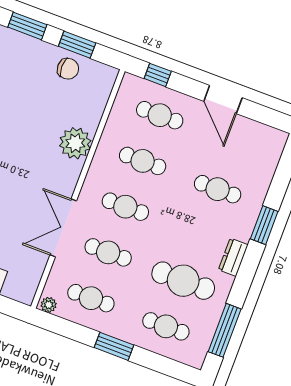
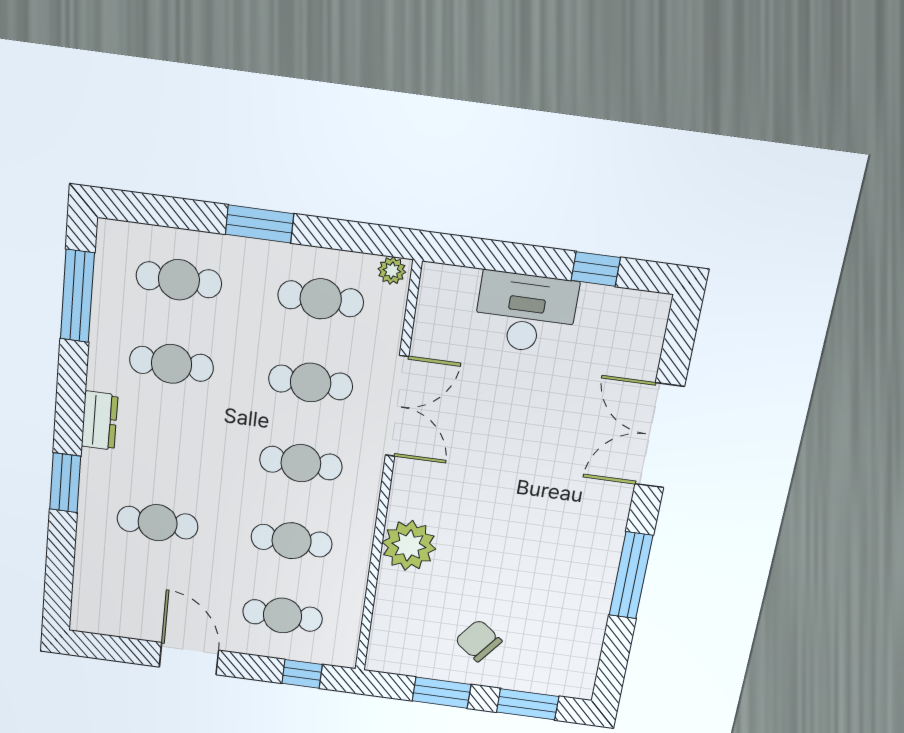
chair: (68, 69) -> (478, 641), moved, turned 38
cafe table: (183, 281) -> (171, 364), width x0.73, depth x0.74

